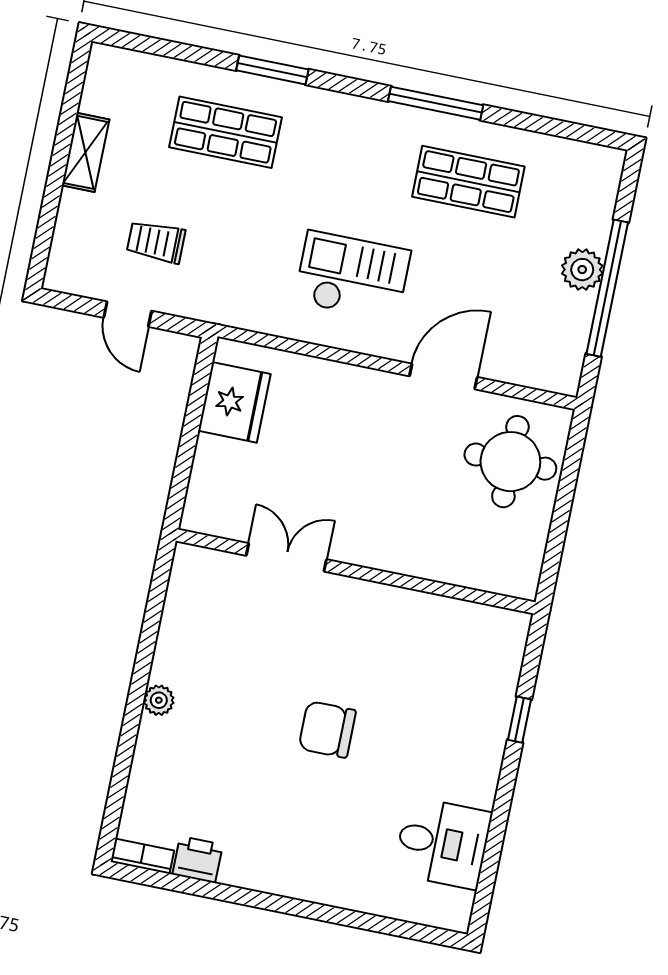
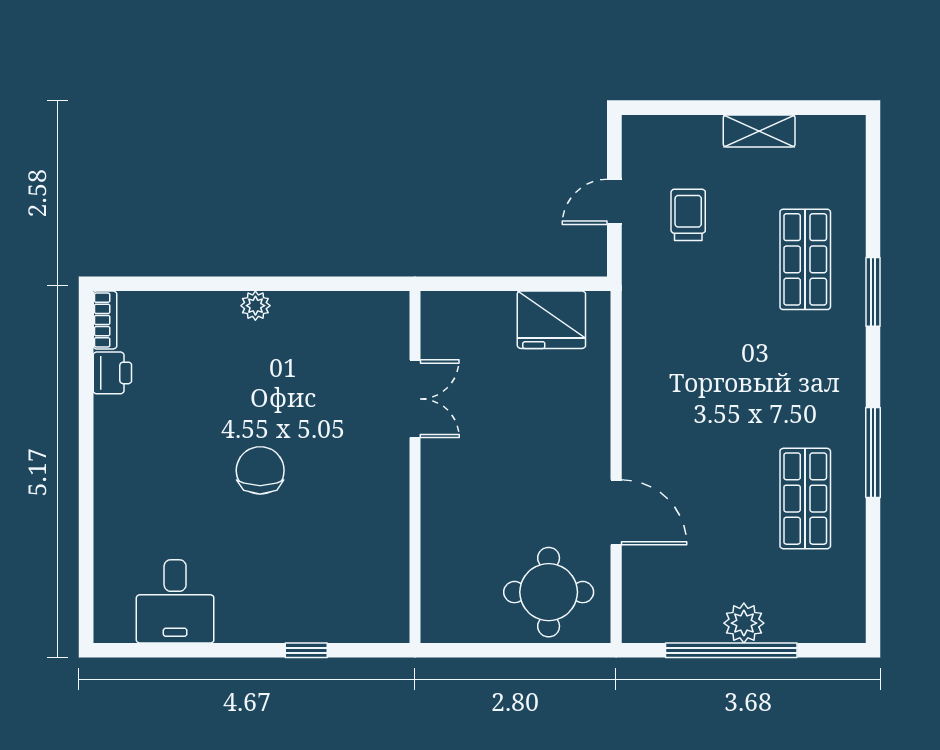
checkout: (352, 276) -> (694, 407), removed

